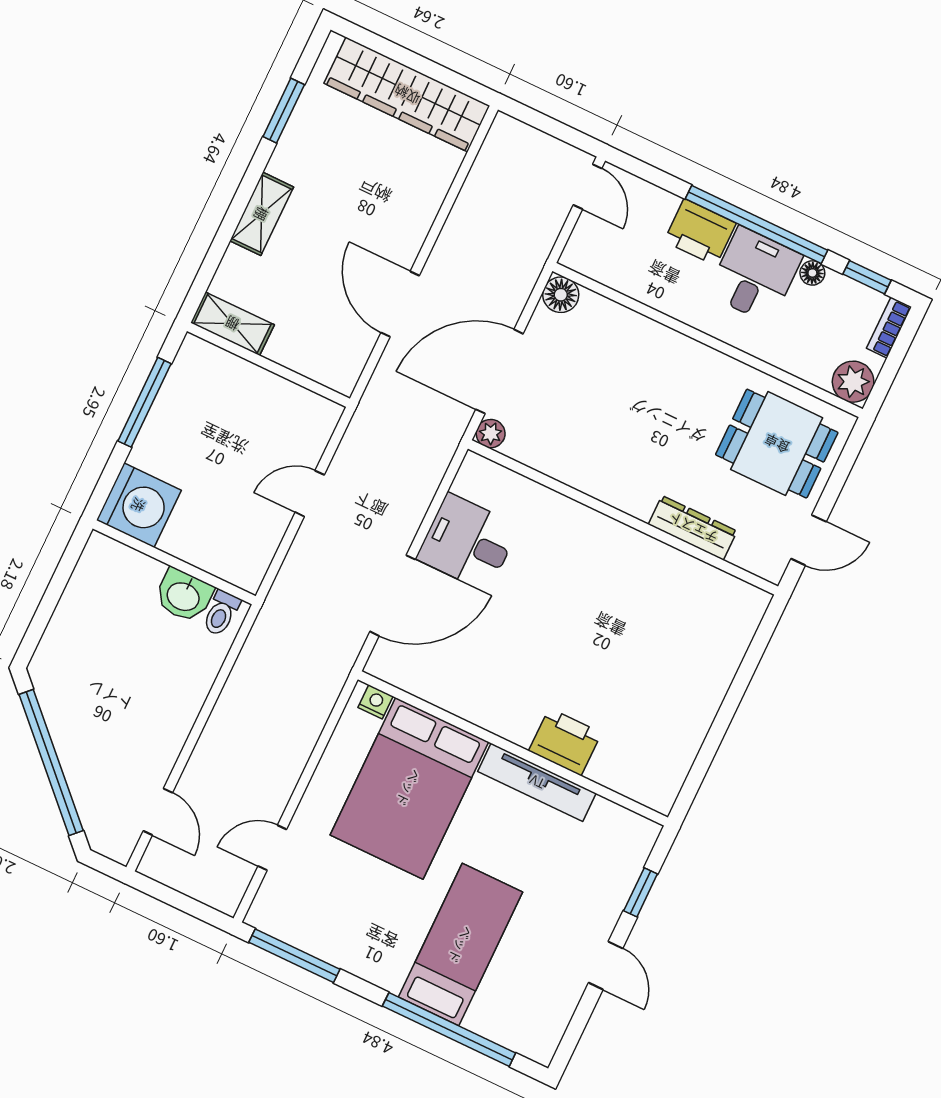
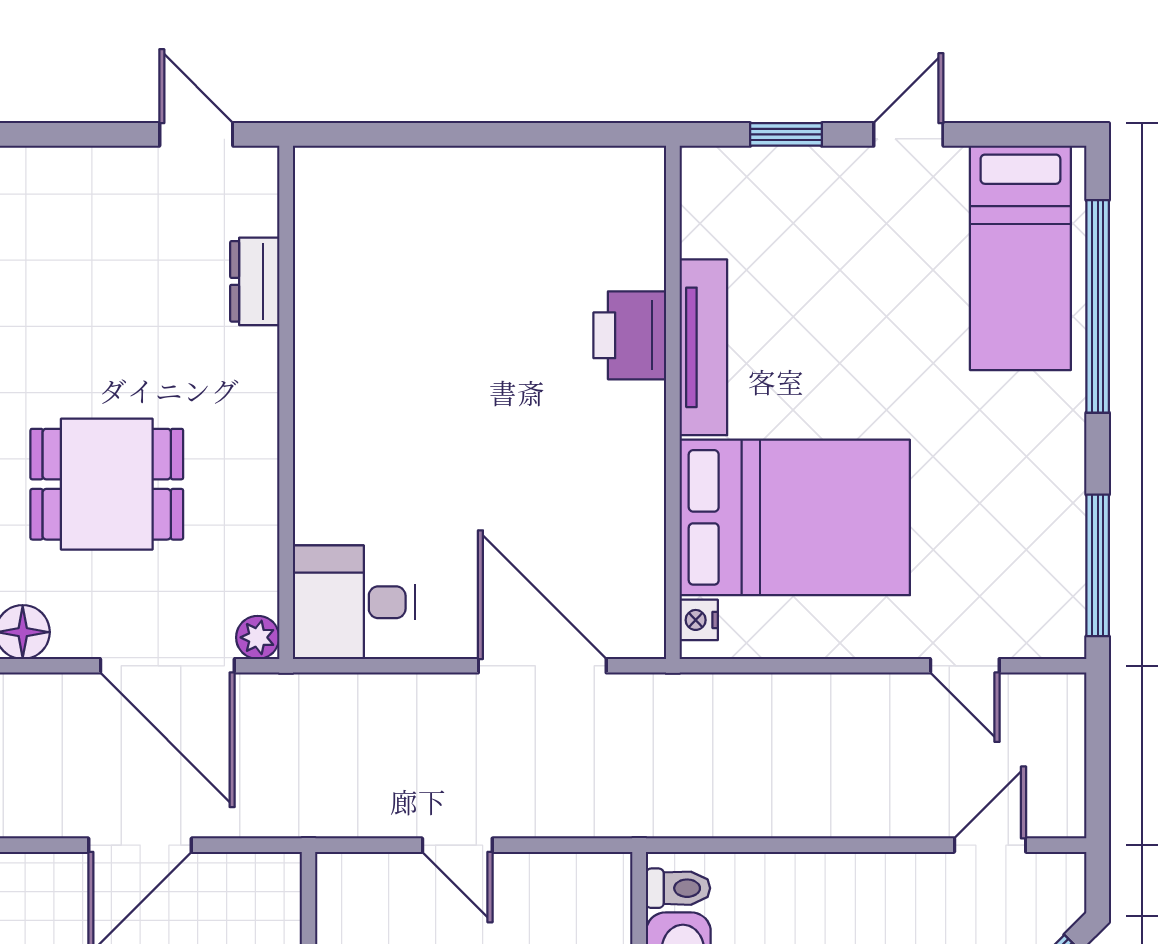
dining table: (777, 444) -> (107, 484), moved, turned 90
dresser: (693, 528) -> (255, 281), width x0.70
desk: (468, 542) -> (354, 602), moved, turned 90
bed: (461, 945) -> (1020, 258), moved, turned -90

